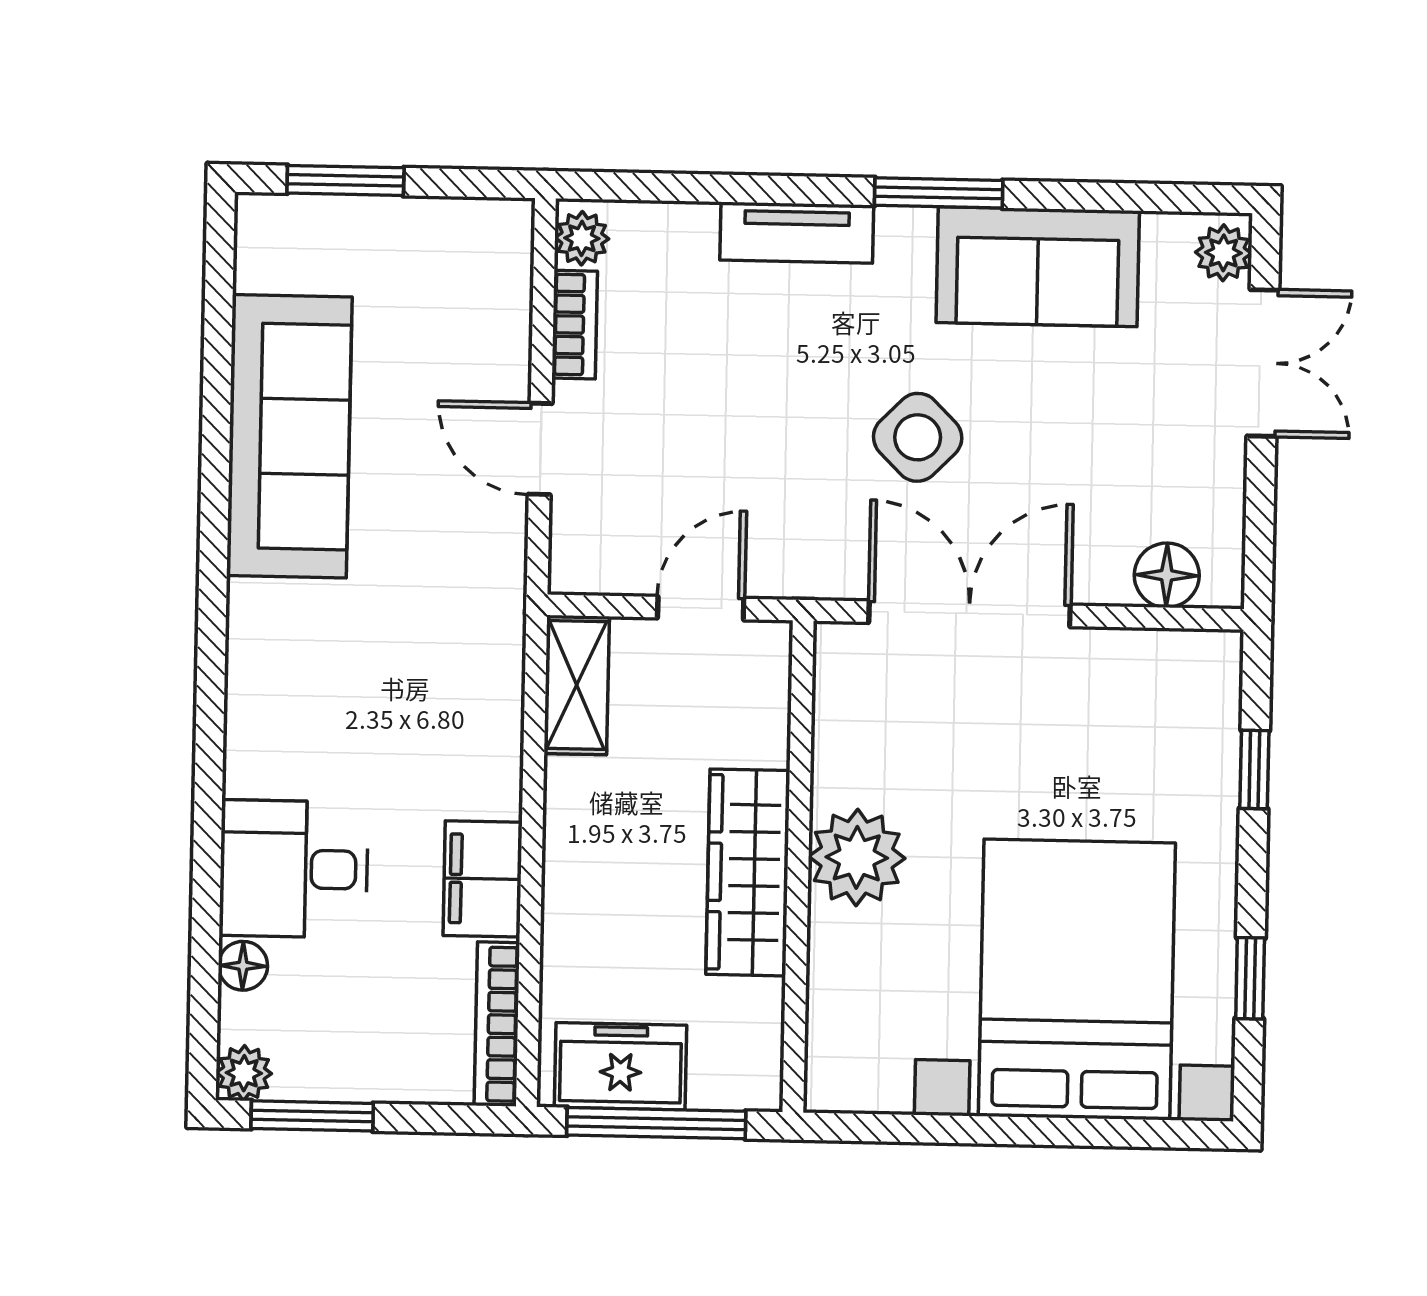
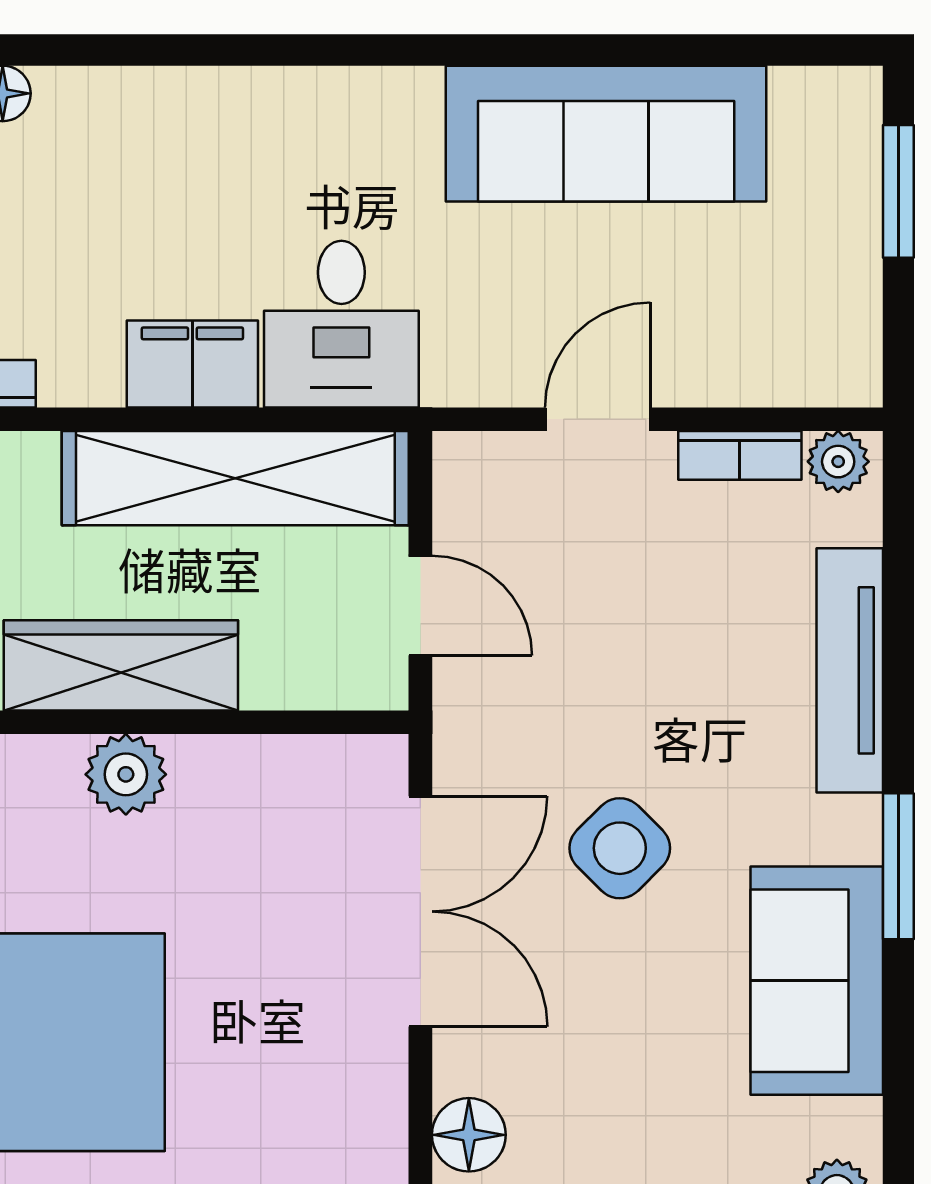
tv unit: (797, 233) -> (850, 670), width x1.41
shelving: (577, 685) -> (235, 478), width x2.20, depth x1.33
plant: (857, 857) -> (126, 774), width x0.73, depth x0.73
desk: (294, 869) -> (341, 324), moved, turned 180
filing cabinet: (483, 879) -> (192, 364), moved

